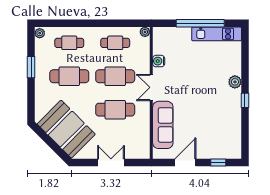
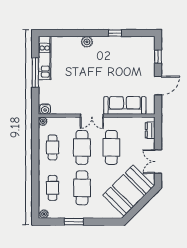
window: (200, 23) -> (35, 73), width x0.68
water cooler: (159, 61) -> (45, 109), moved
window: (245, 100) -> (115, 33), moved
dresser: (135, 154) -> (150, 130), added
double door: (111, 163) -> (158, 162), moved
door: (185, 163) -> (158, 86), swing flipped

